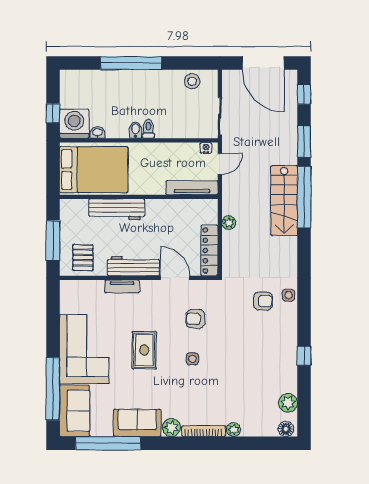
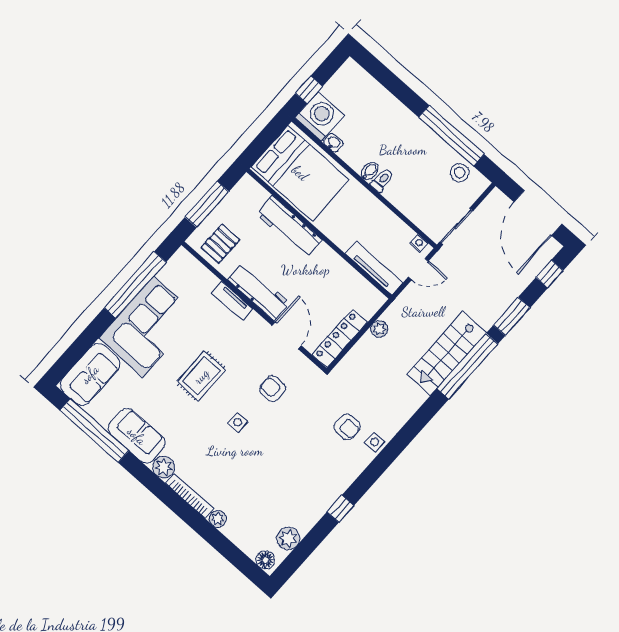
window: (131, 63) -> (451, 136), moved
window: (53, 389) -> (135, 285), moved

